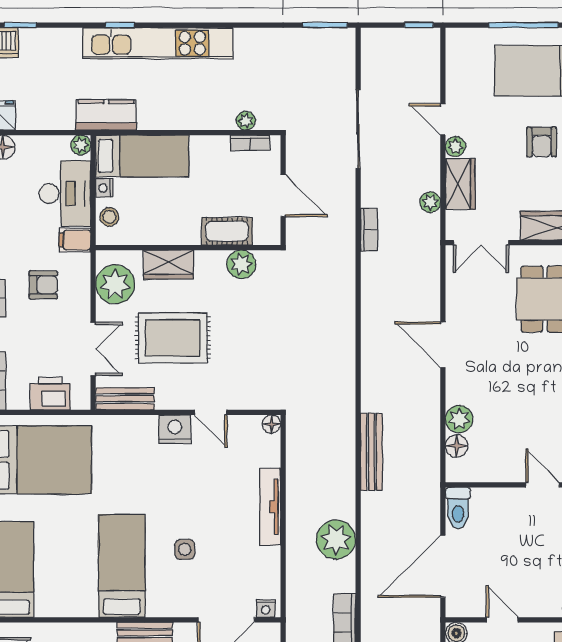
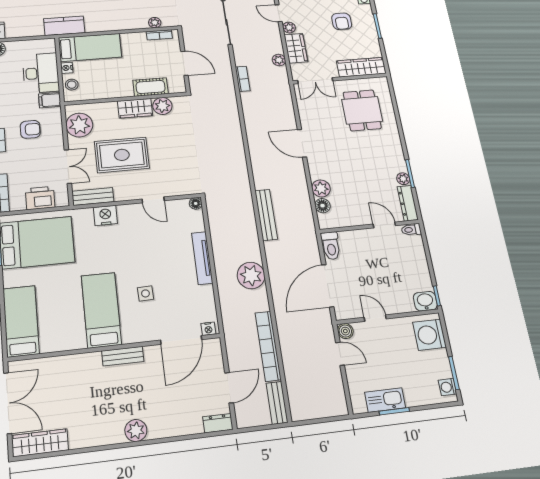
plant: (81, 145) -> (49, 44), removed
wardrobe: (168, 264) -> (135, 108), moved
nightstand: (175, 429) -> (105, 215), moved

